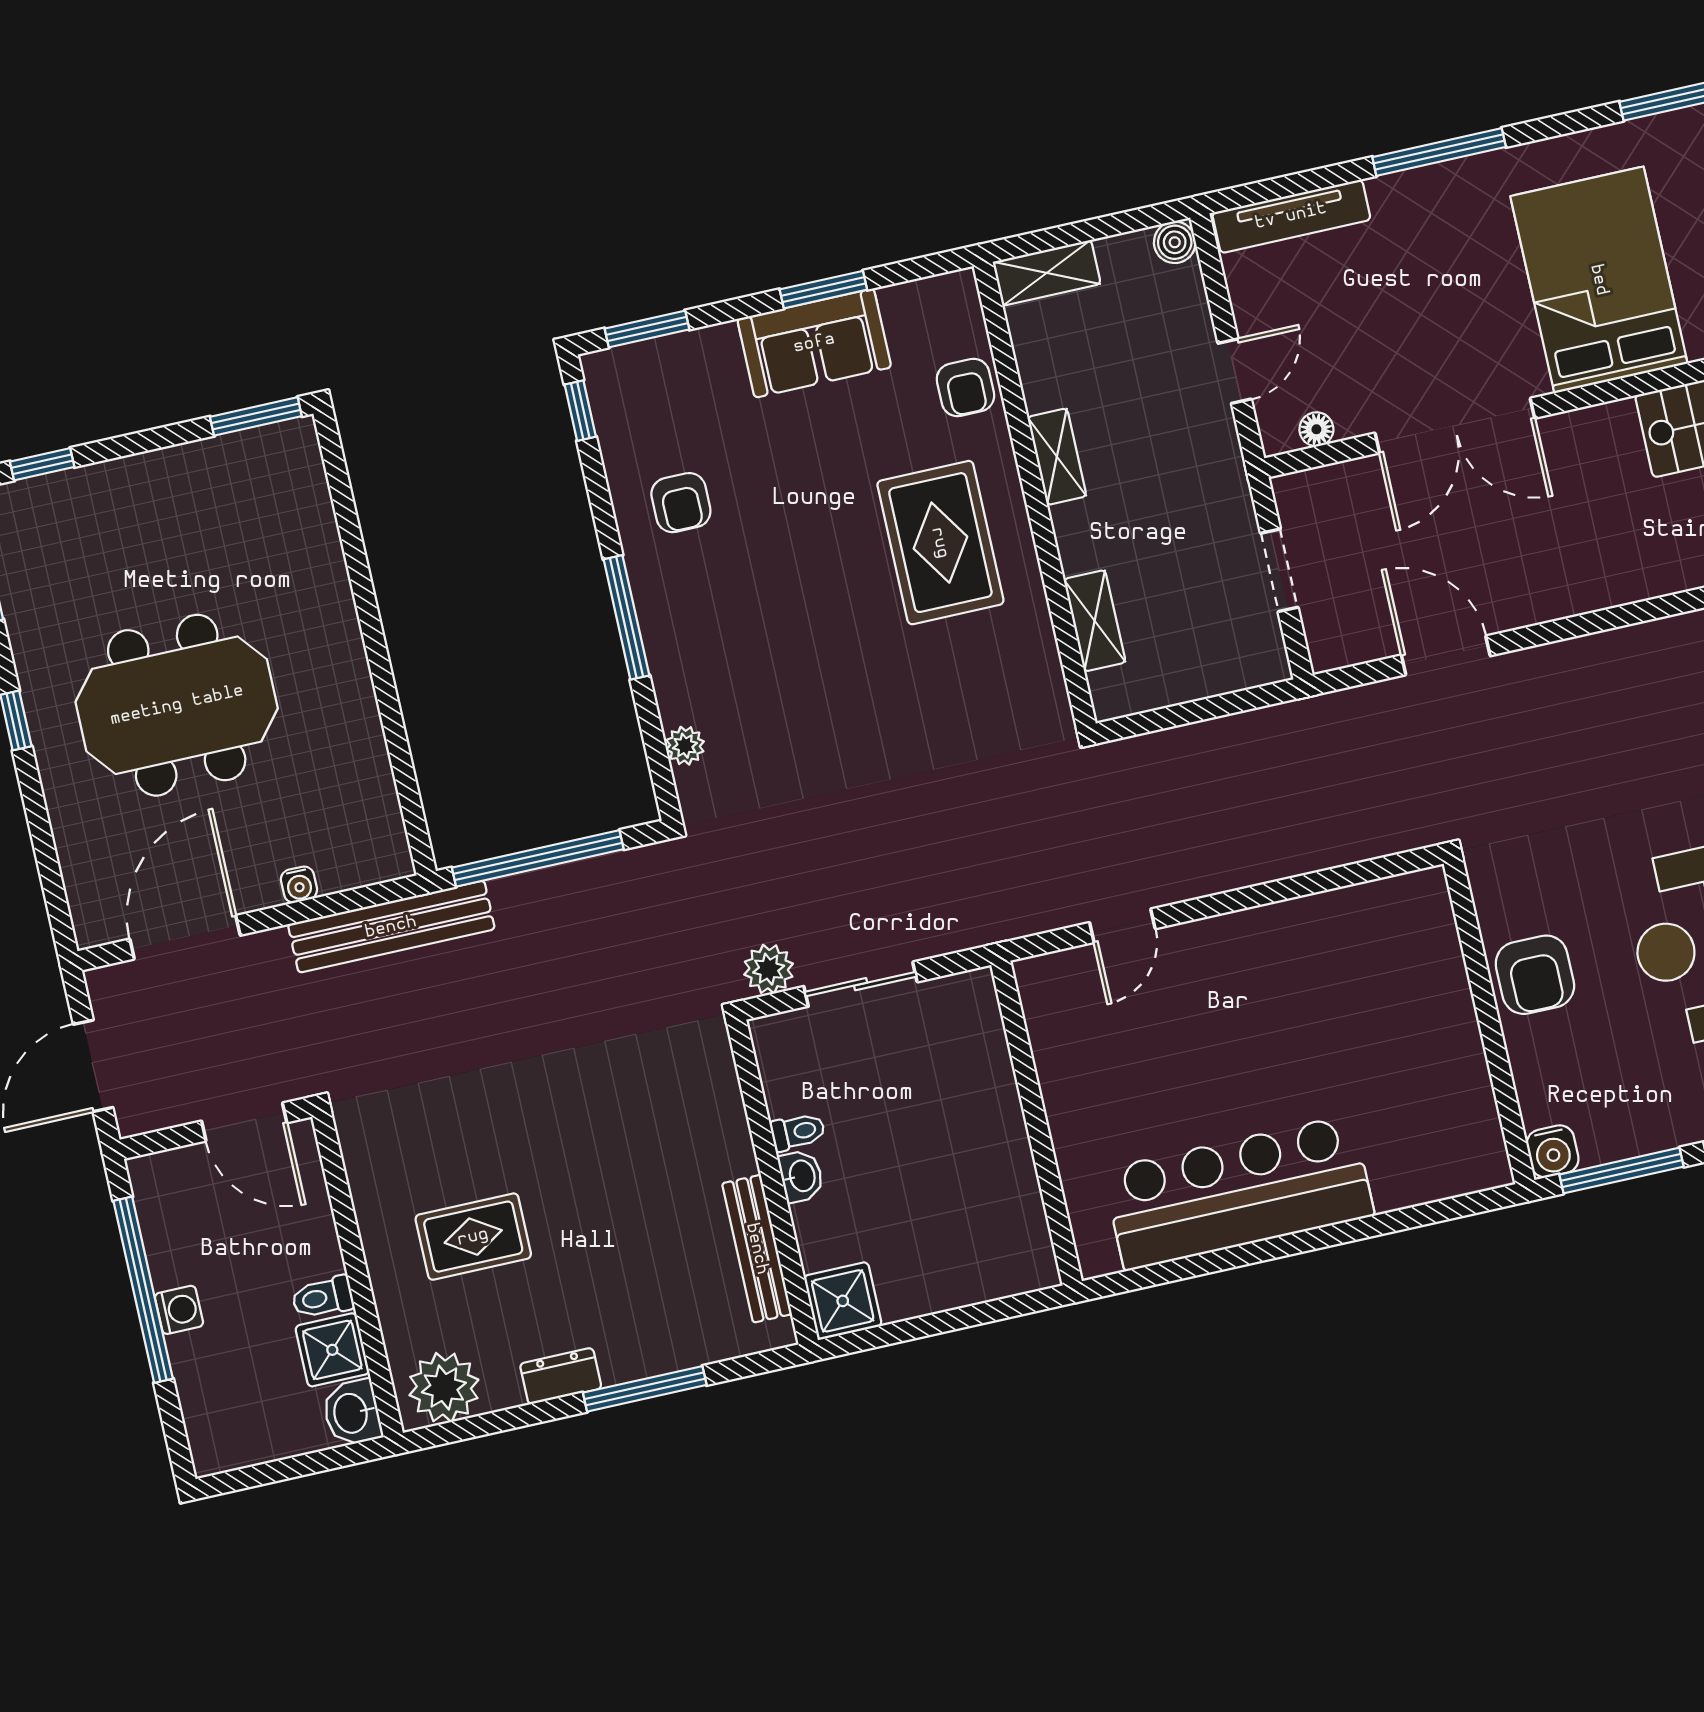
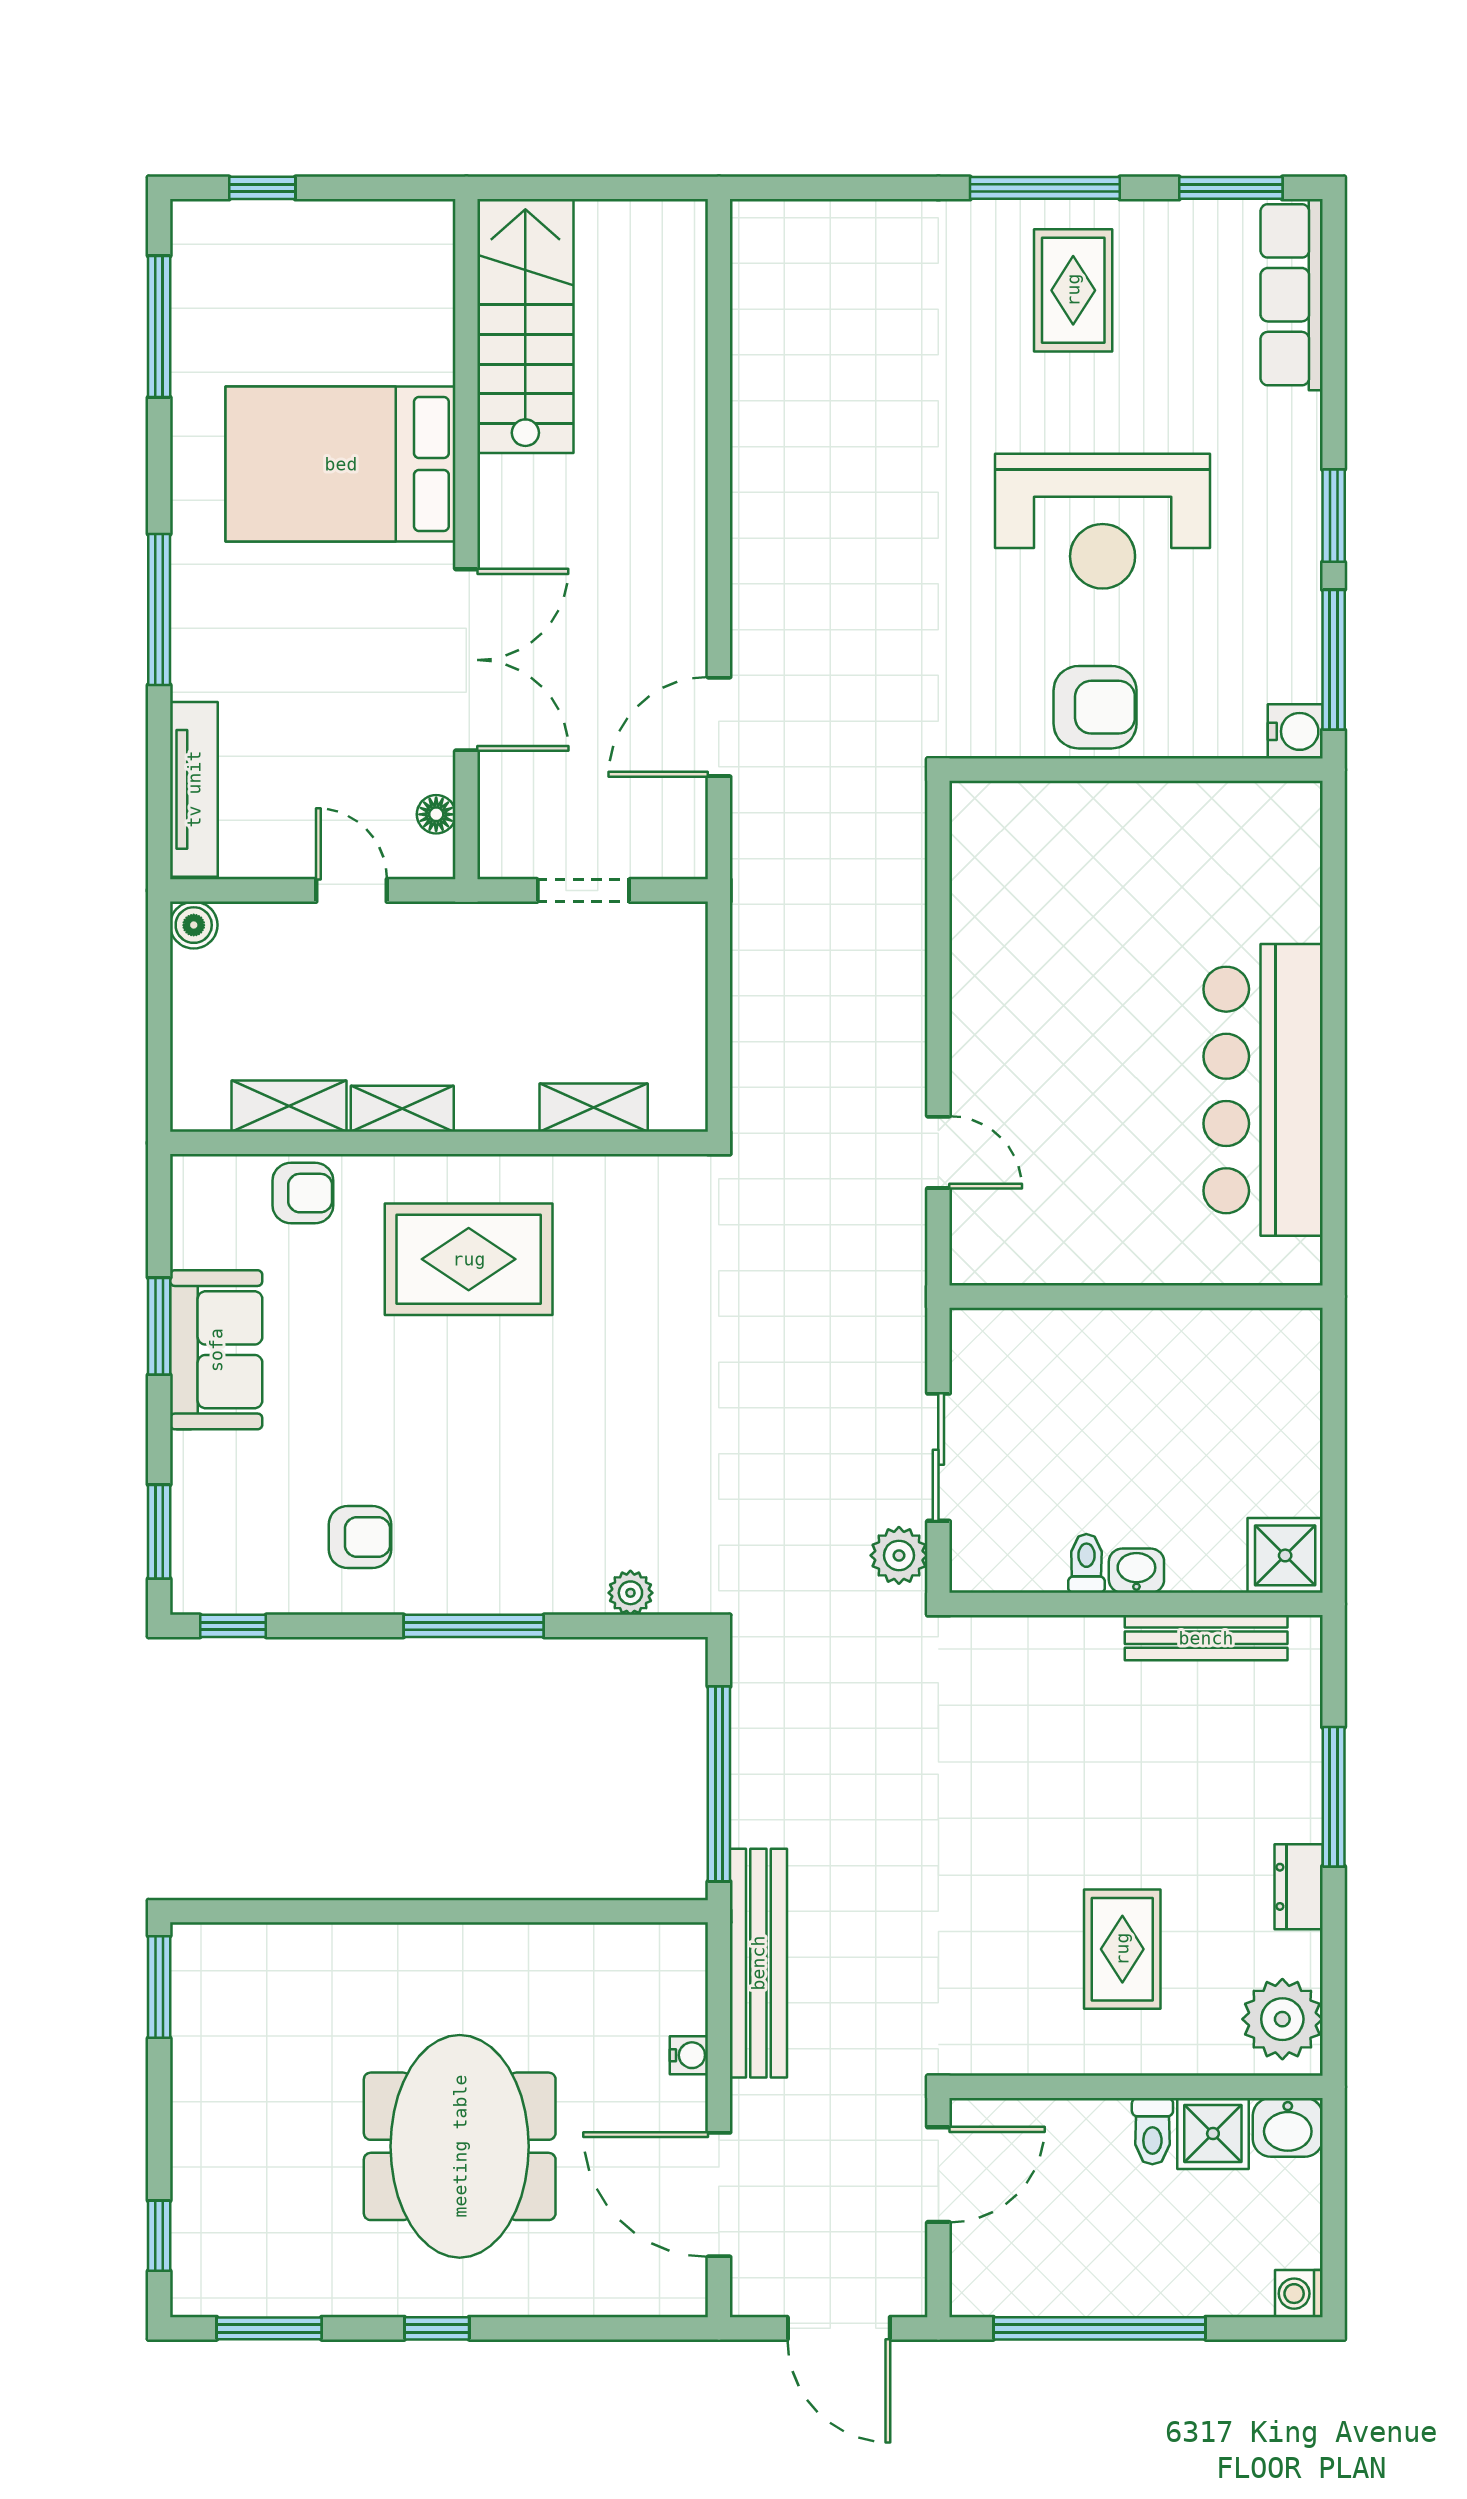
shelving: (1047, 273) -> (289, 1106), moved, turned 90
washing machine: (179, 1310) -> (1299, 2294), moved, turned -90

